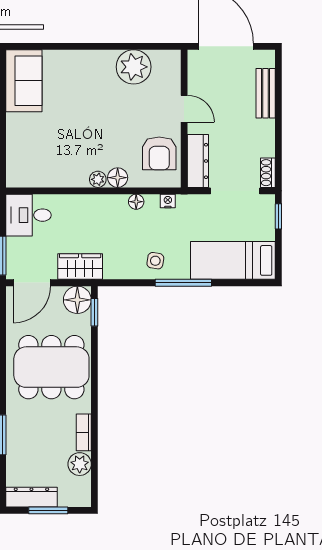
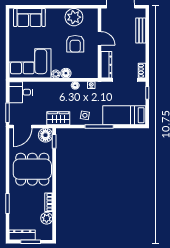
sofa: (24, 81) -> (29, 18), moved, turned 90
armchair: (159, 153) -> (75, 44), moved
corner sofa: (47, 158) -> (30, 63), added
wardrobe: (80, 267) -> (58, 118), moved

